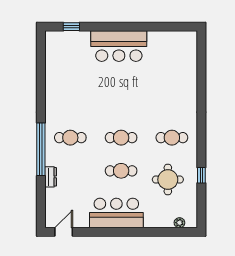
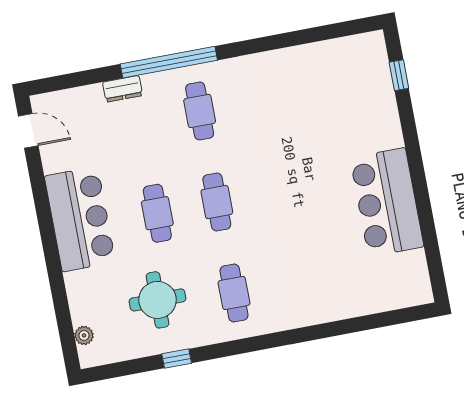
bar counter: (119, 46) -> (387, 202), moved

